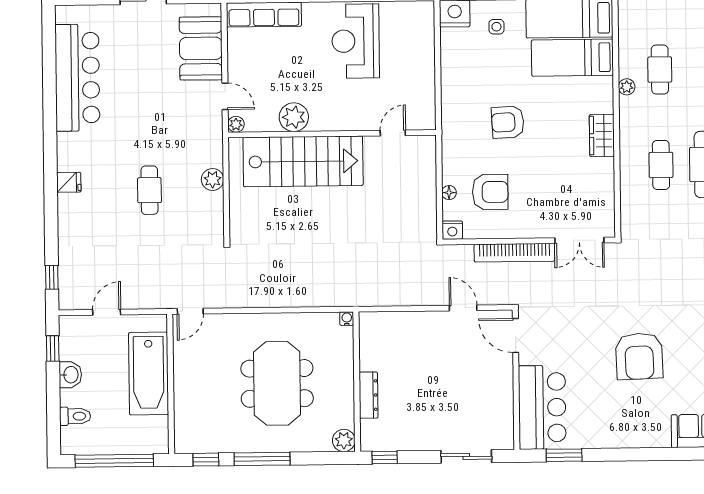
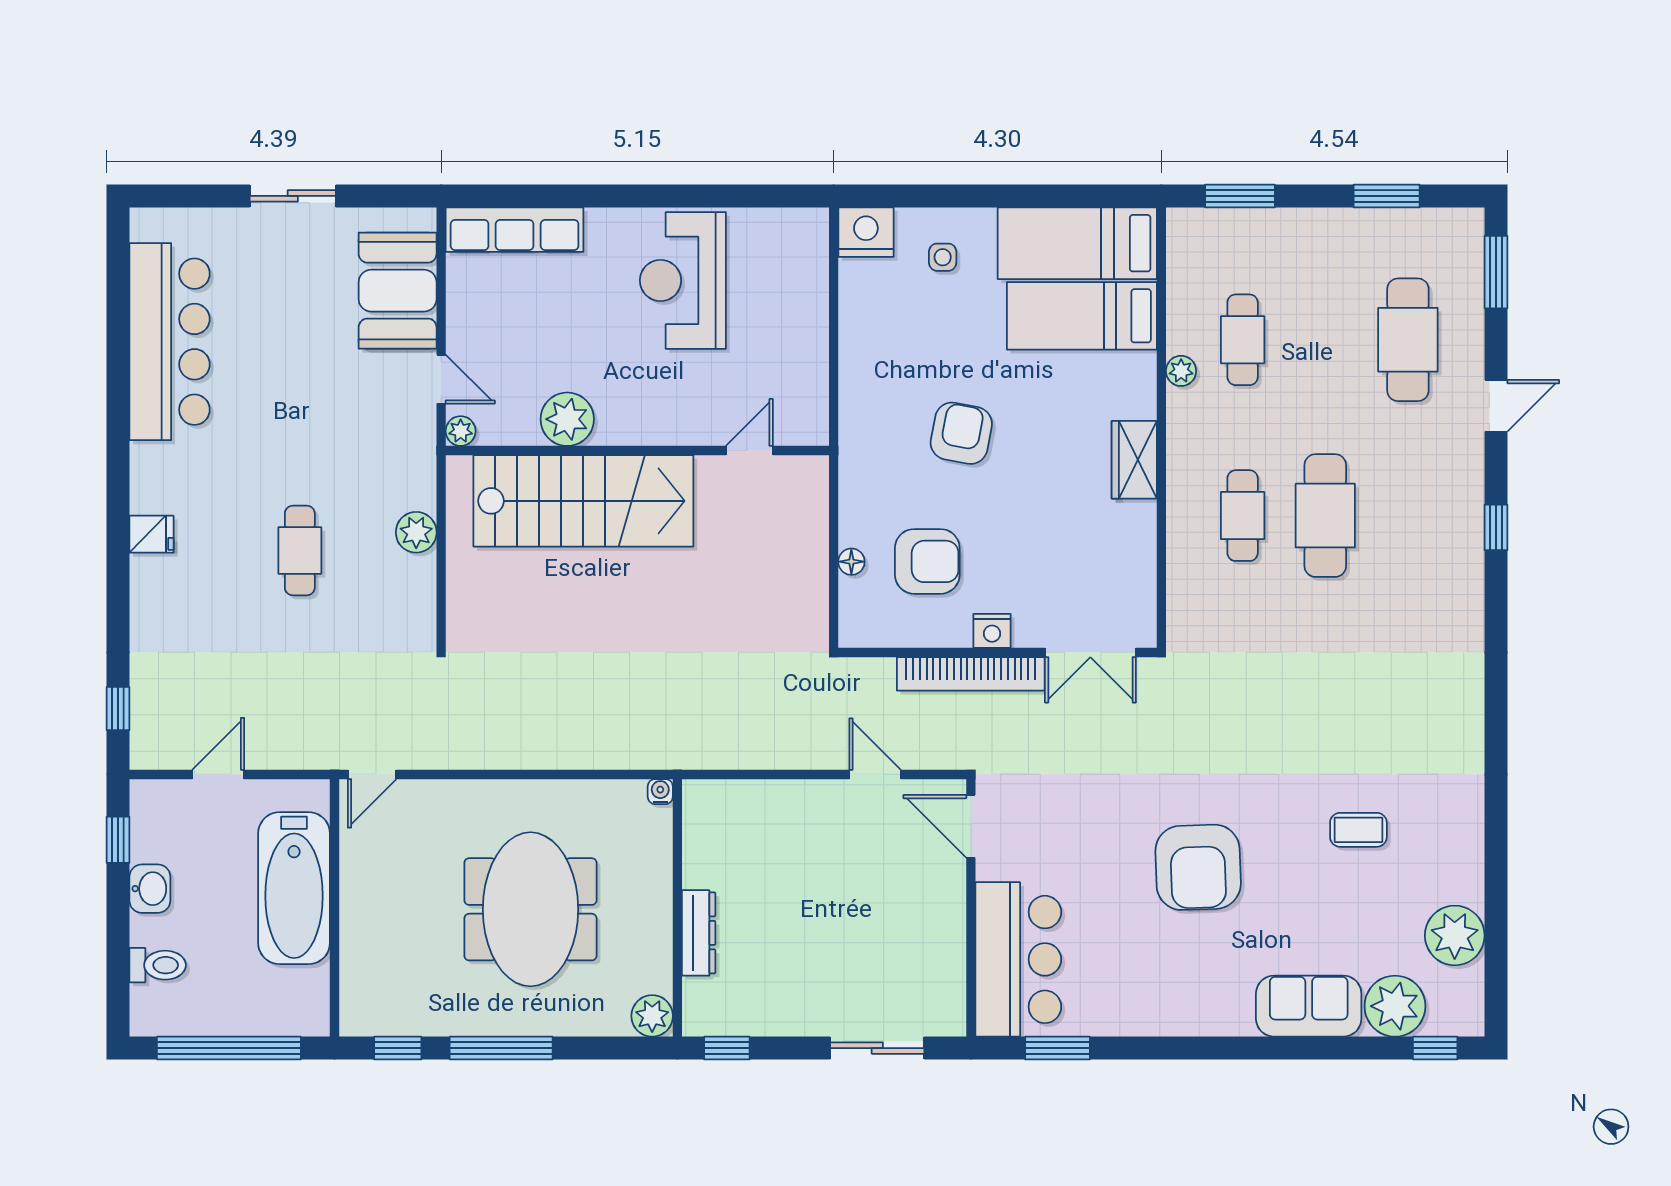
armchair: (508, 122) -> (961, 433), turned 104
nightstand: (452, 230) -> (992, 631), moved

